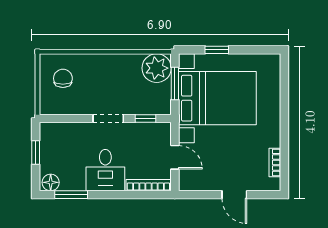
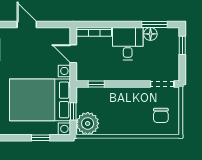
window: (175, 83) -> (73, 111), width x0.67
doorway: (108, 118) -> (162, 84), moved
window: (36, 152) -> (182, 45), moved
floor lamp: (51, 182) -> (150, 34), moved

